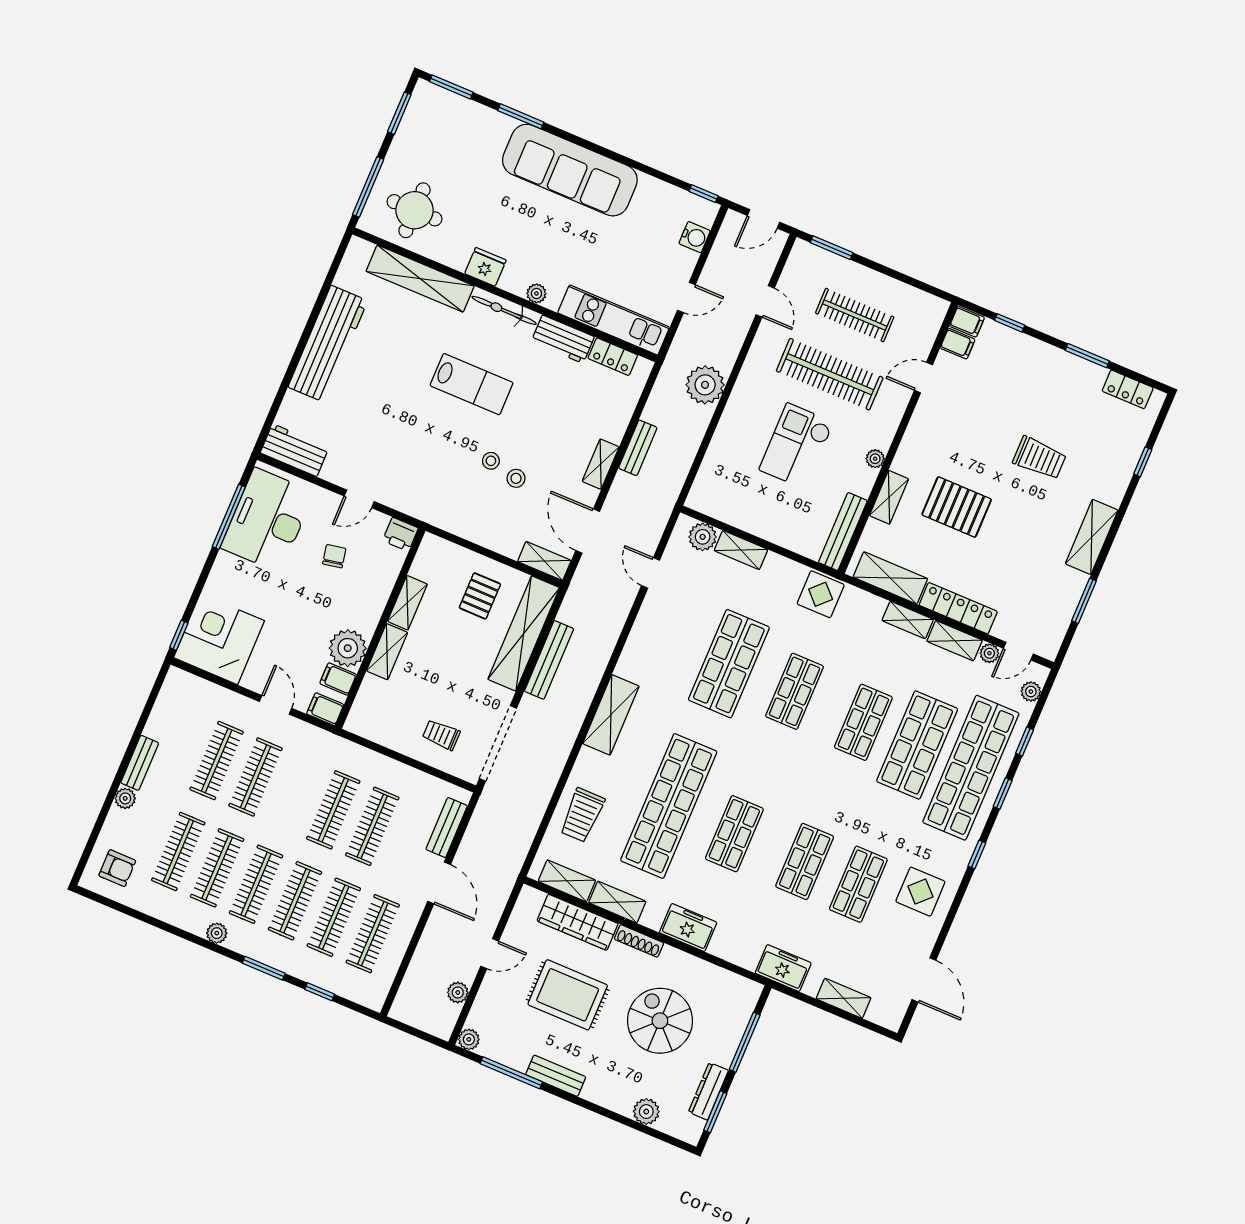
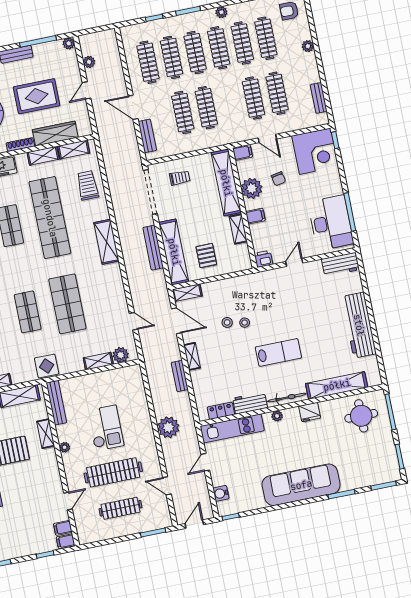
lab bench: (472, 384) -> (278, 352), turned 180
chair: (334, 556) -> (278, 179), moved
shelving: (387, 652) -> (226, 183), width x2.20, depth x1.33
filing cabinet: (338, 679) -> (255, 216), moved
bench: (140, 763) -> (319, 98), moved

